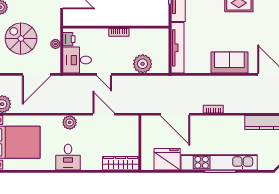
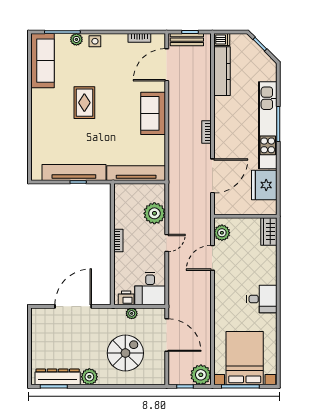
spiral stairs: (21, 39) -> (125, 353), turned 180
door: (104, 74) -> (167, 243), moved
plant: (70, 122) -> (222, 233), moved
wardrobe: (121, 163) -> (269, 232), width x0.67

